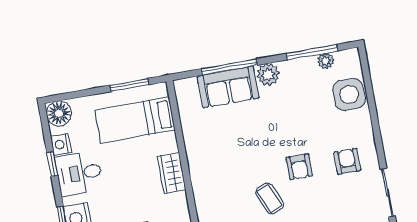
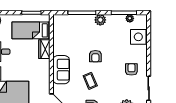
sofa: (228, 87) -> (61, 70), moved, turned -90
armchair: (299, 167) -> (95, 56), moved
wardrobe: (172, 173) -> (44, 49), moved

